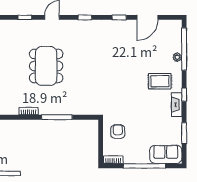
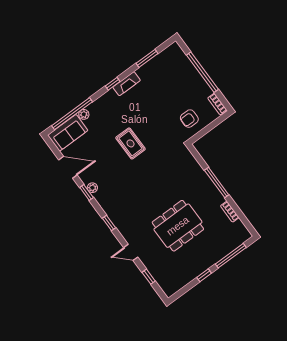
plant: (119, 24) -> (92, 188), added
rug: (160, 81) -> (130, 143), moved
sofa: (166, 154) -> (68, 133), moved, turned -90

